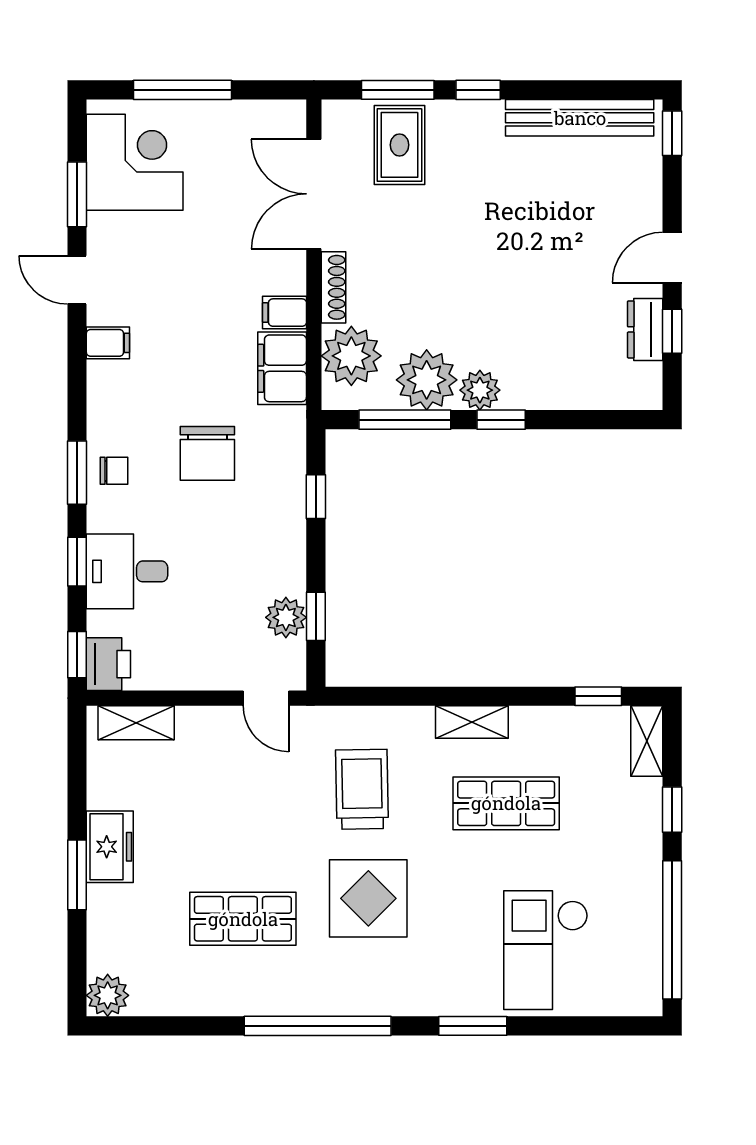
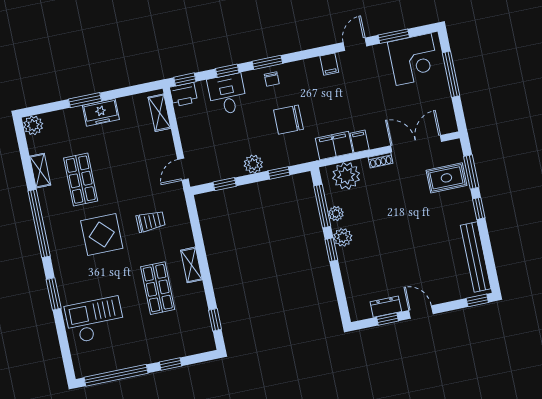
shoe rack: (334, 287) -> (380, 160), width x0.70
plant: (427, 380) -> (336, 214), width x0.53, depth x0.53
plant: (286, 617) -> (253, 164), moved
shelving: (647, 741) -> (40, 171), moved, turned 90
trolley: (362, 789) -> (151, 221), width x0.73, depth x0.72

